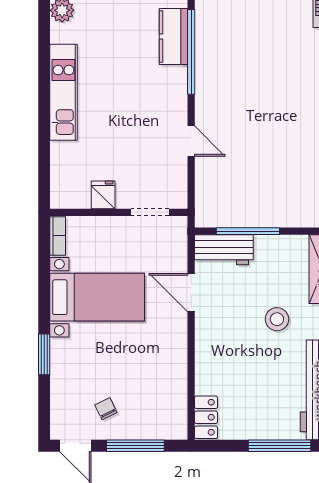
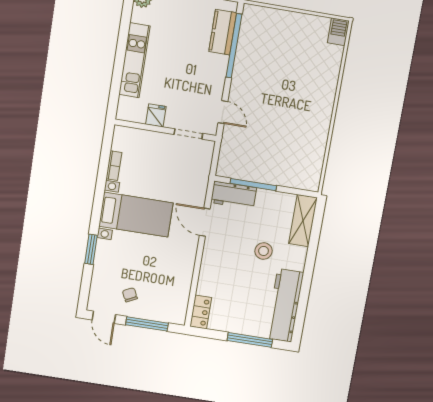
fridge: (103, 195) -> (156, 115), moved
wall: (119, 212) -> (165, 130), moved
doorway: (150, 212) -> (188, 134), moved

